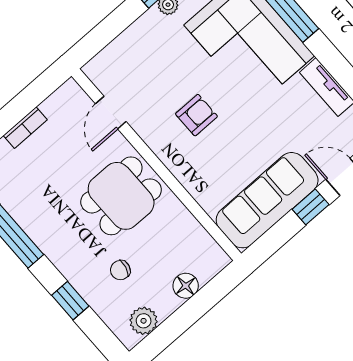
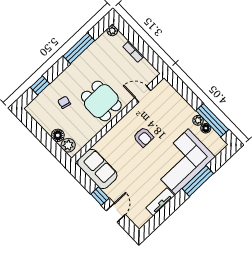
sofa: (267, 200) -> (97, 169), width x0.73
window: (70, 301) -> (40, 85), moved
plant: (144, 321) -> (68, 145), moved

